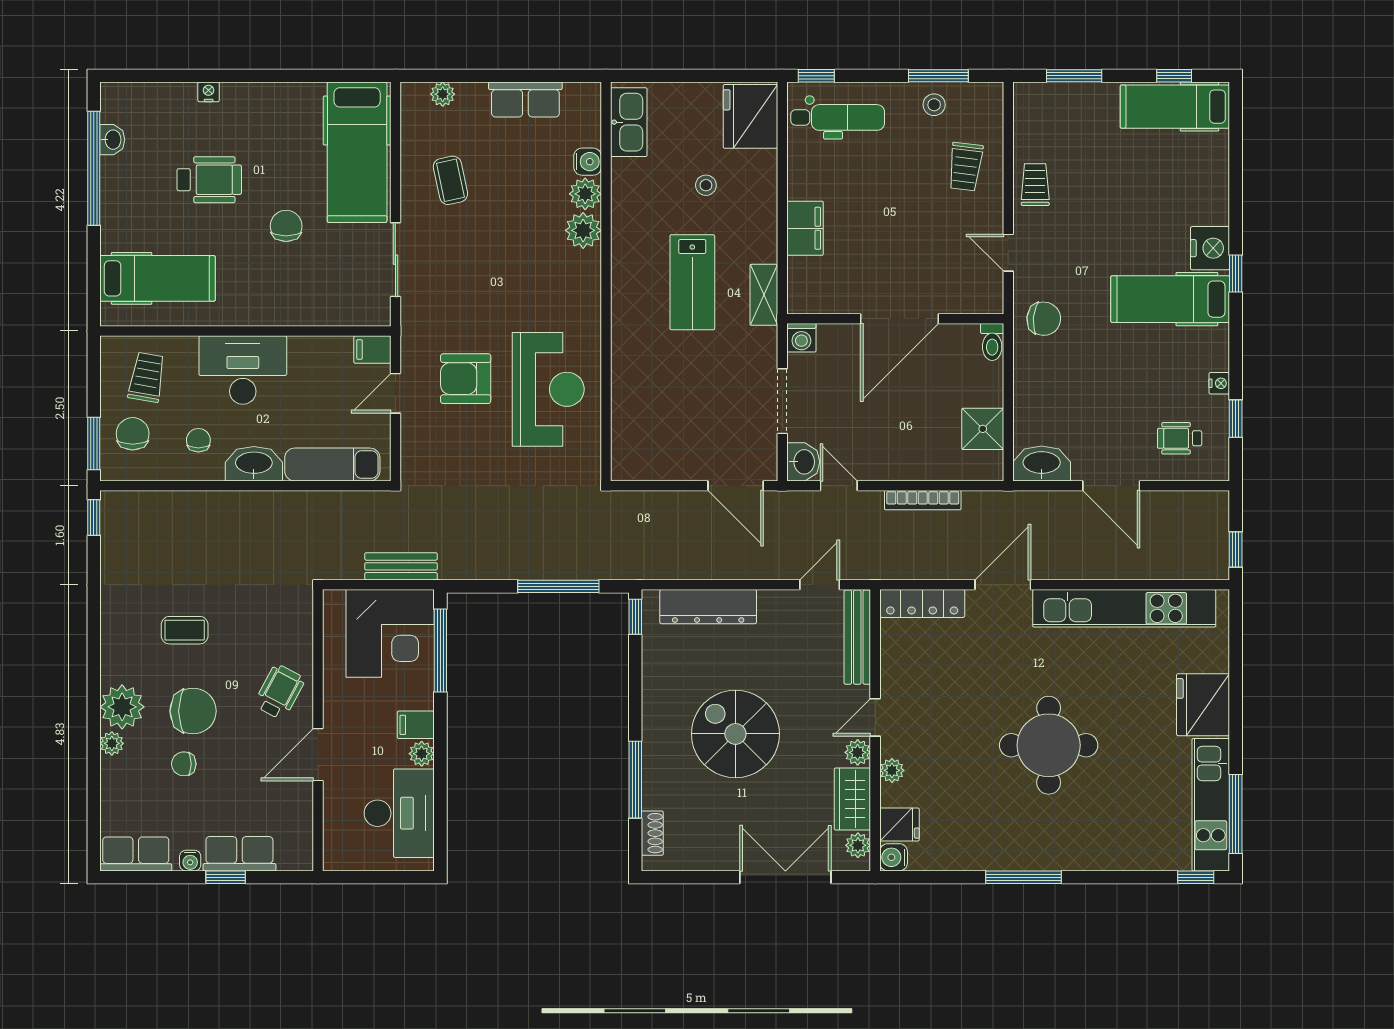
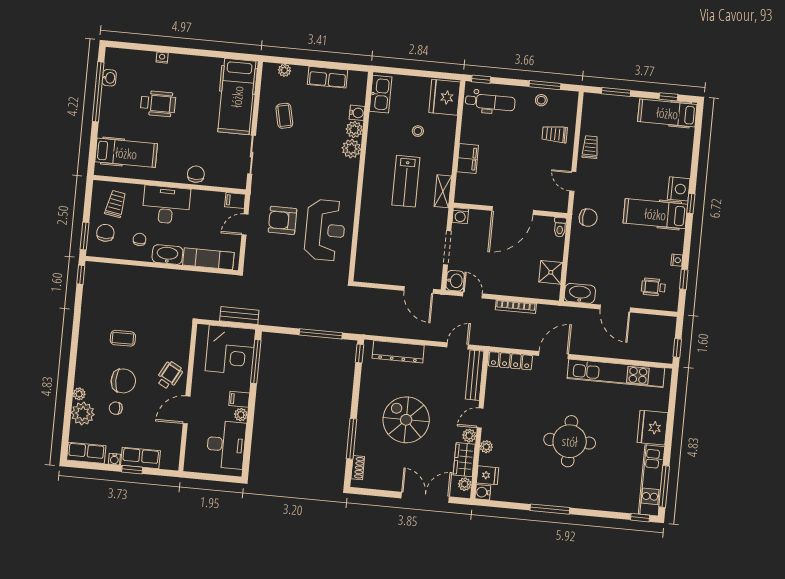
trolley: (965, 167) -> (555, 134), turned 83
chair: (286, 226) -> (196, 174), moved
plant: (122, 707) -> (83, 414), moved

